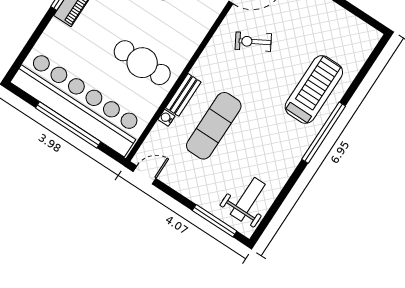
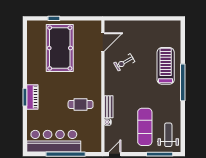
cafe table: (142, 63) -> (81, 104), width x0.73, depth x0.74
bar counter: (78, 103) -> (54, 141), width x0.73
exercise mat: (214, 126) -> (145, 127), moved

